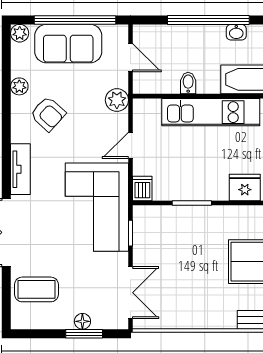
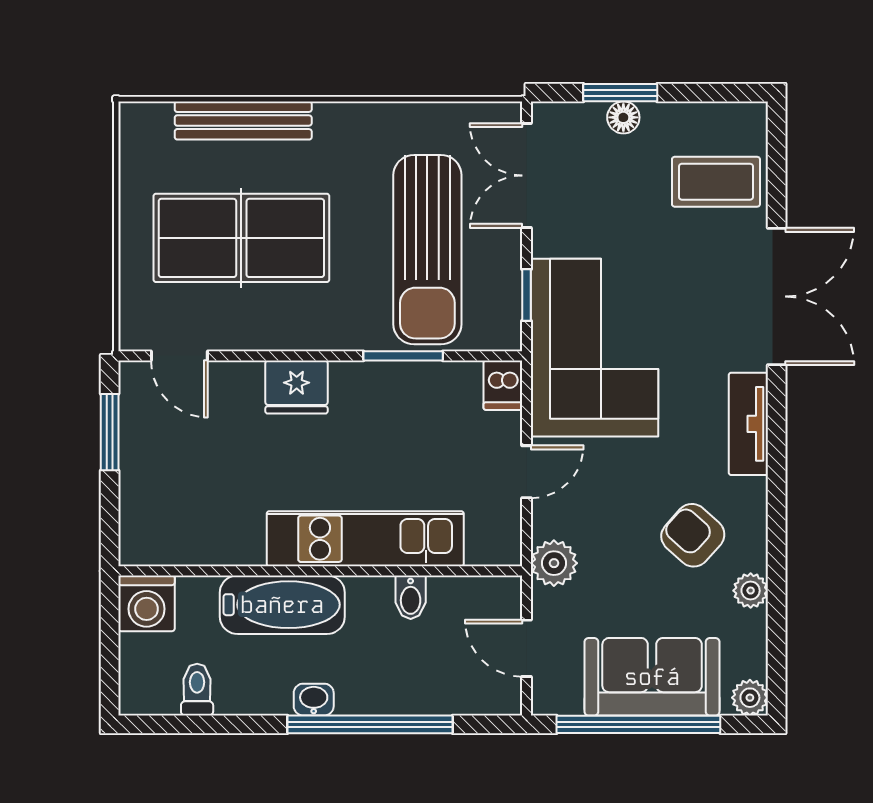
sun lounger: (180, 256) -> (427, 250), added

